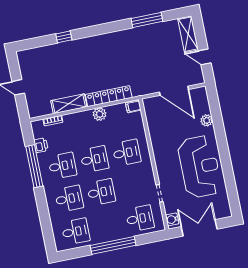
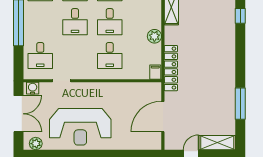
locker: (109, 96) -> (171, 68), moved
plant: (207, 120) -> (36, 144), moved

